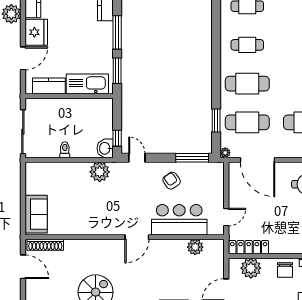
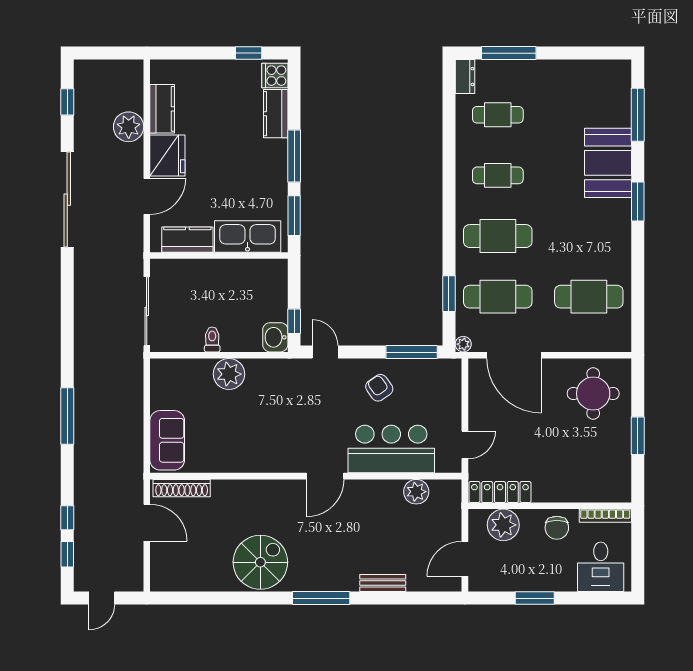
plant: (100, 172) -> (229, 374), moved

